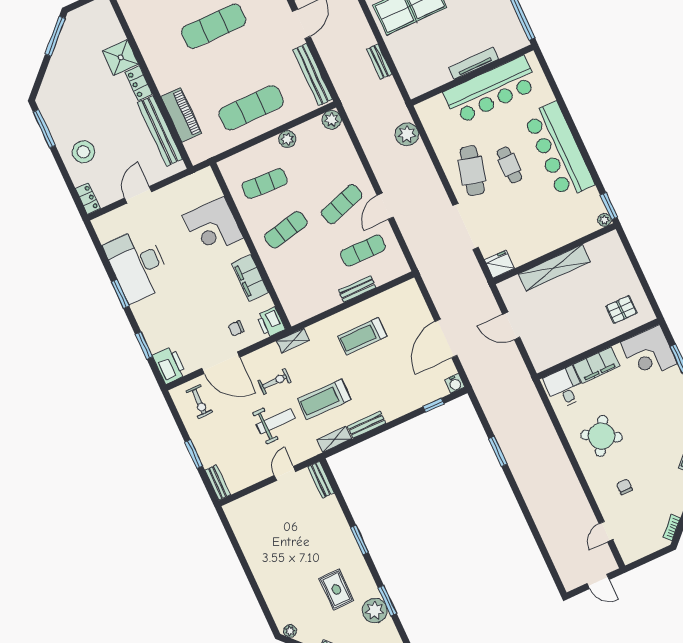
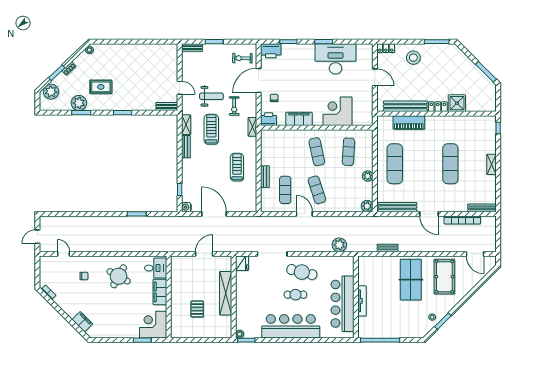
pallet: (621, 310) -> (197, 309), moved
weight bench: (276, 421) -> (211, 96), turned -90

